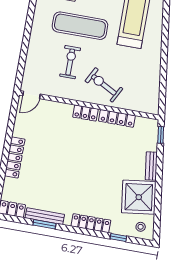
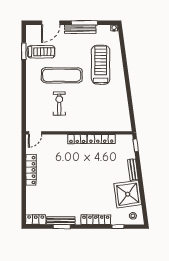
exercise bike: (104, 85) -> (87, 116), removed
locker: (15, 157) -> (31, 170), moved

